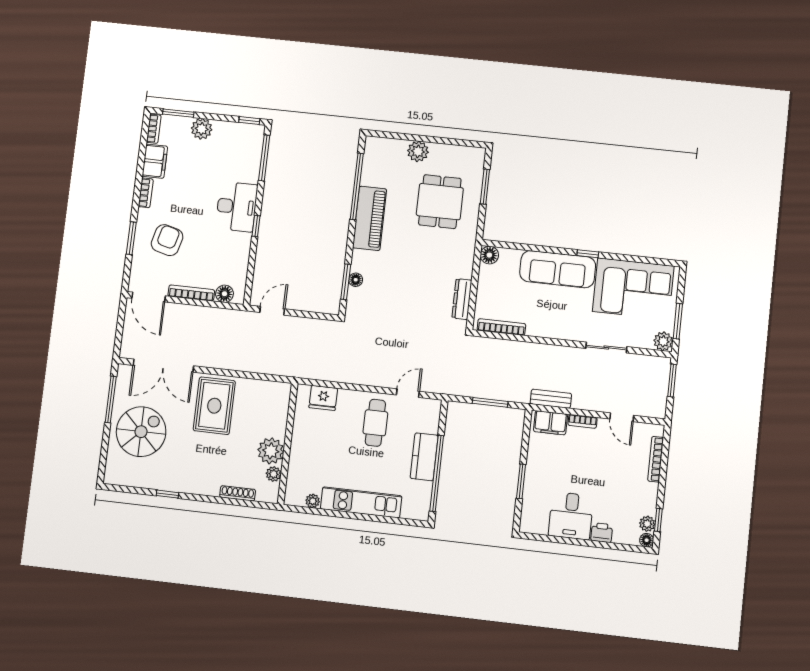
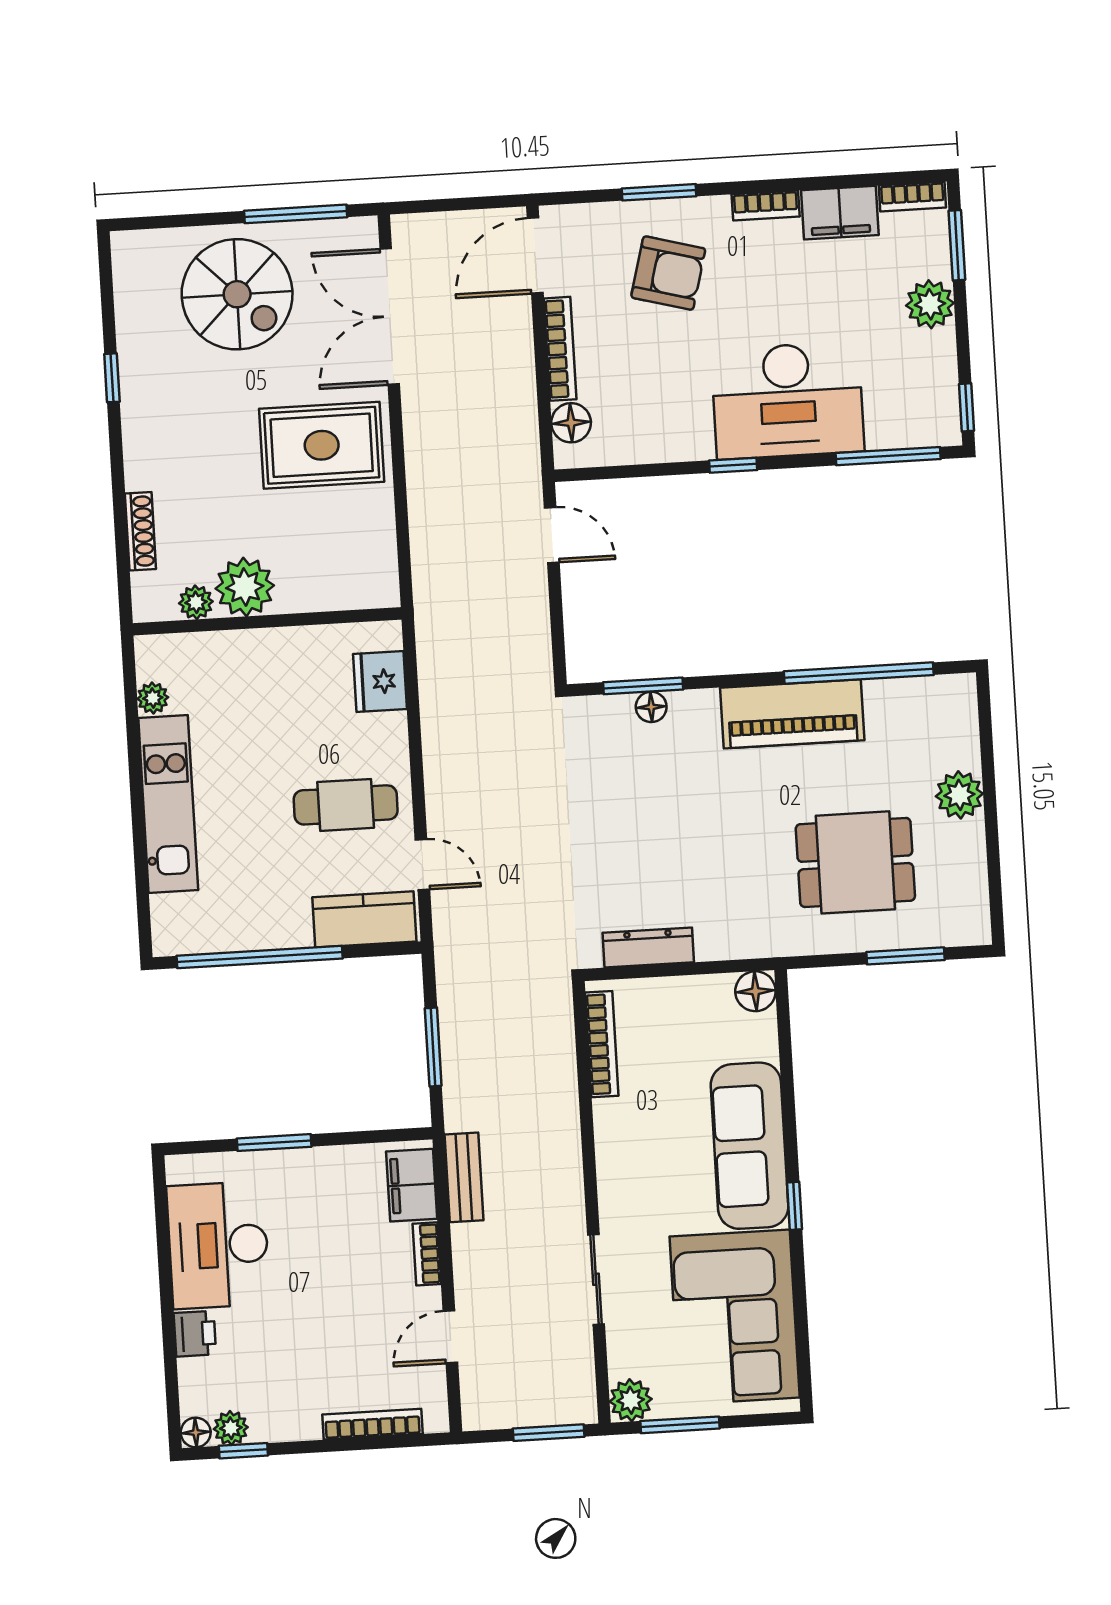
desk: (237, 207) -> (788, 400), width x1.36, depth x1.30
kitchen counter: (424, 457) -> (364, 919), moved
desk: (571, 516) -> (218, 1245), width x1.37

